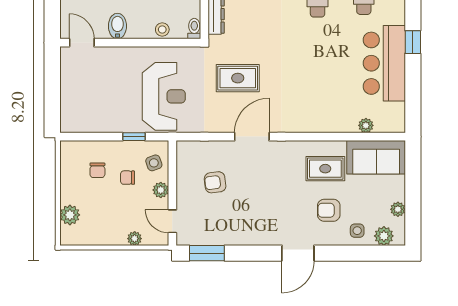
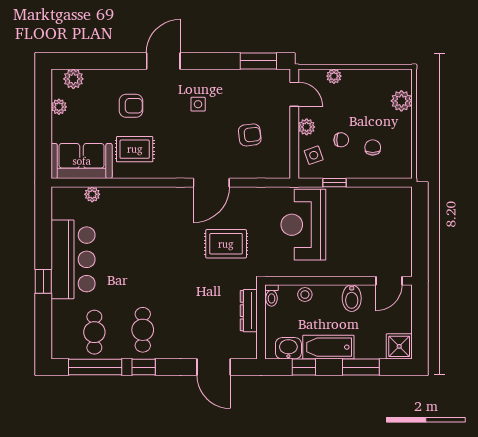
door: (82, 43) -> (389, 281), hinge flipped
side table: (357, 231) -> (198, 104), moved

